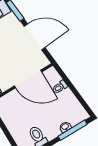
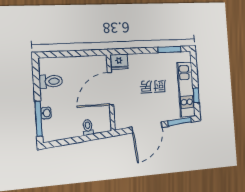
door: (28, 79) -> (110, 89), moved

